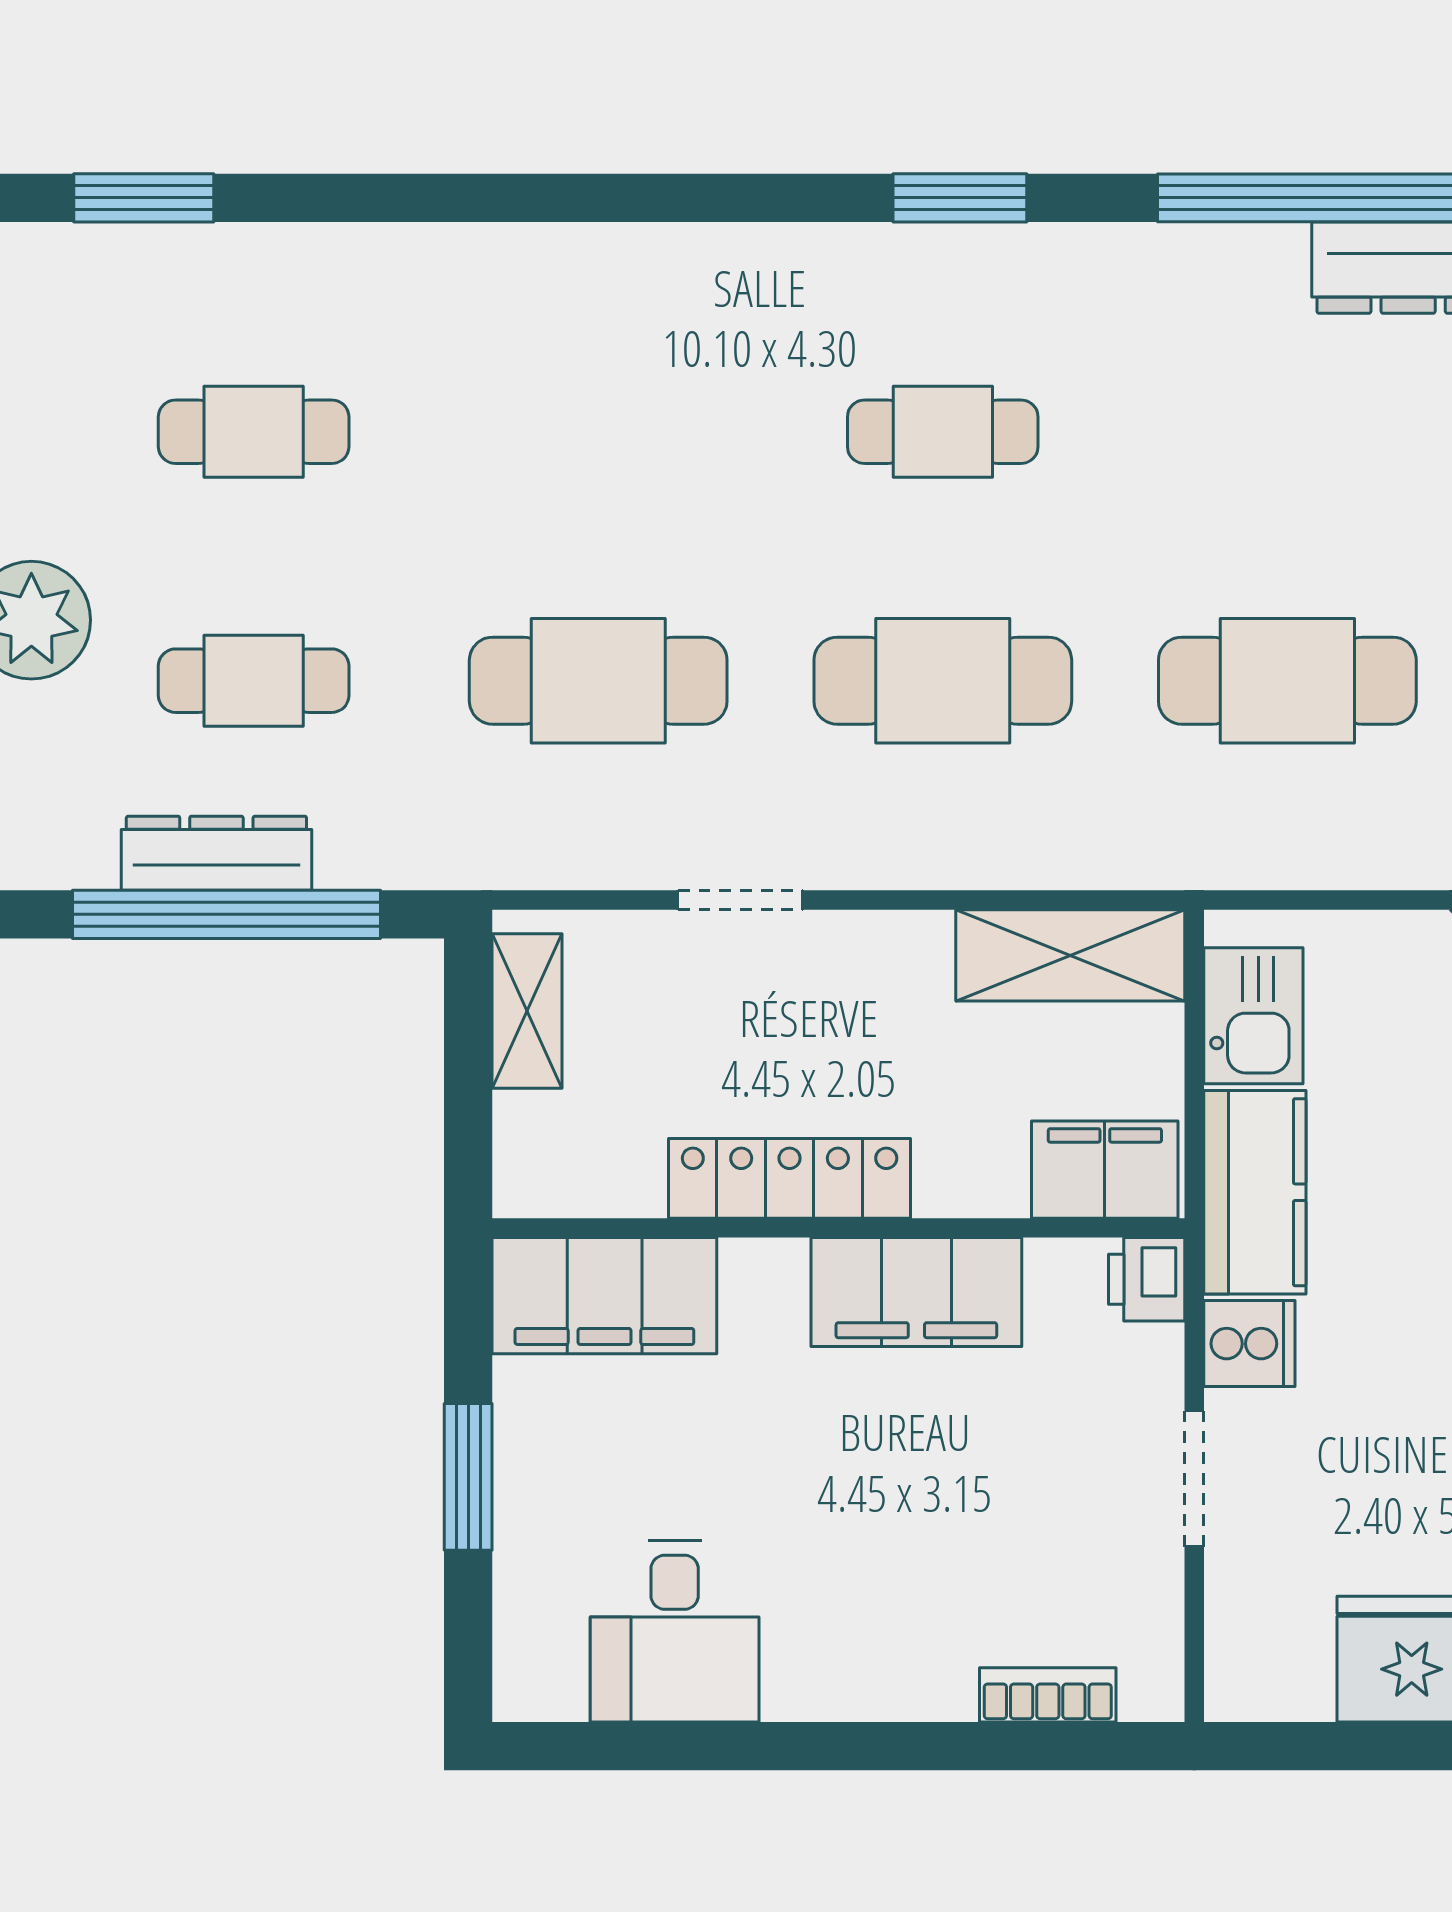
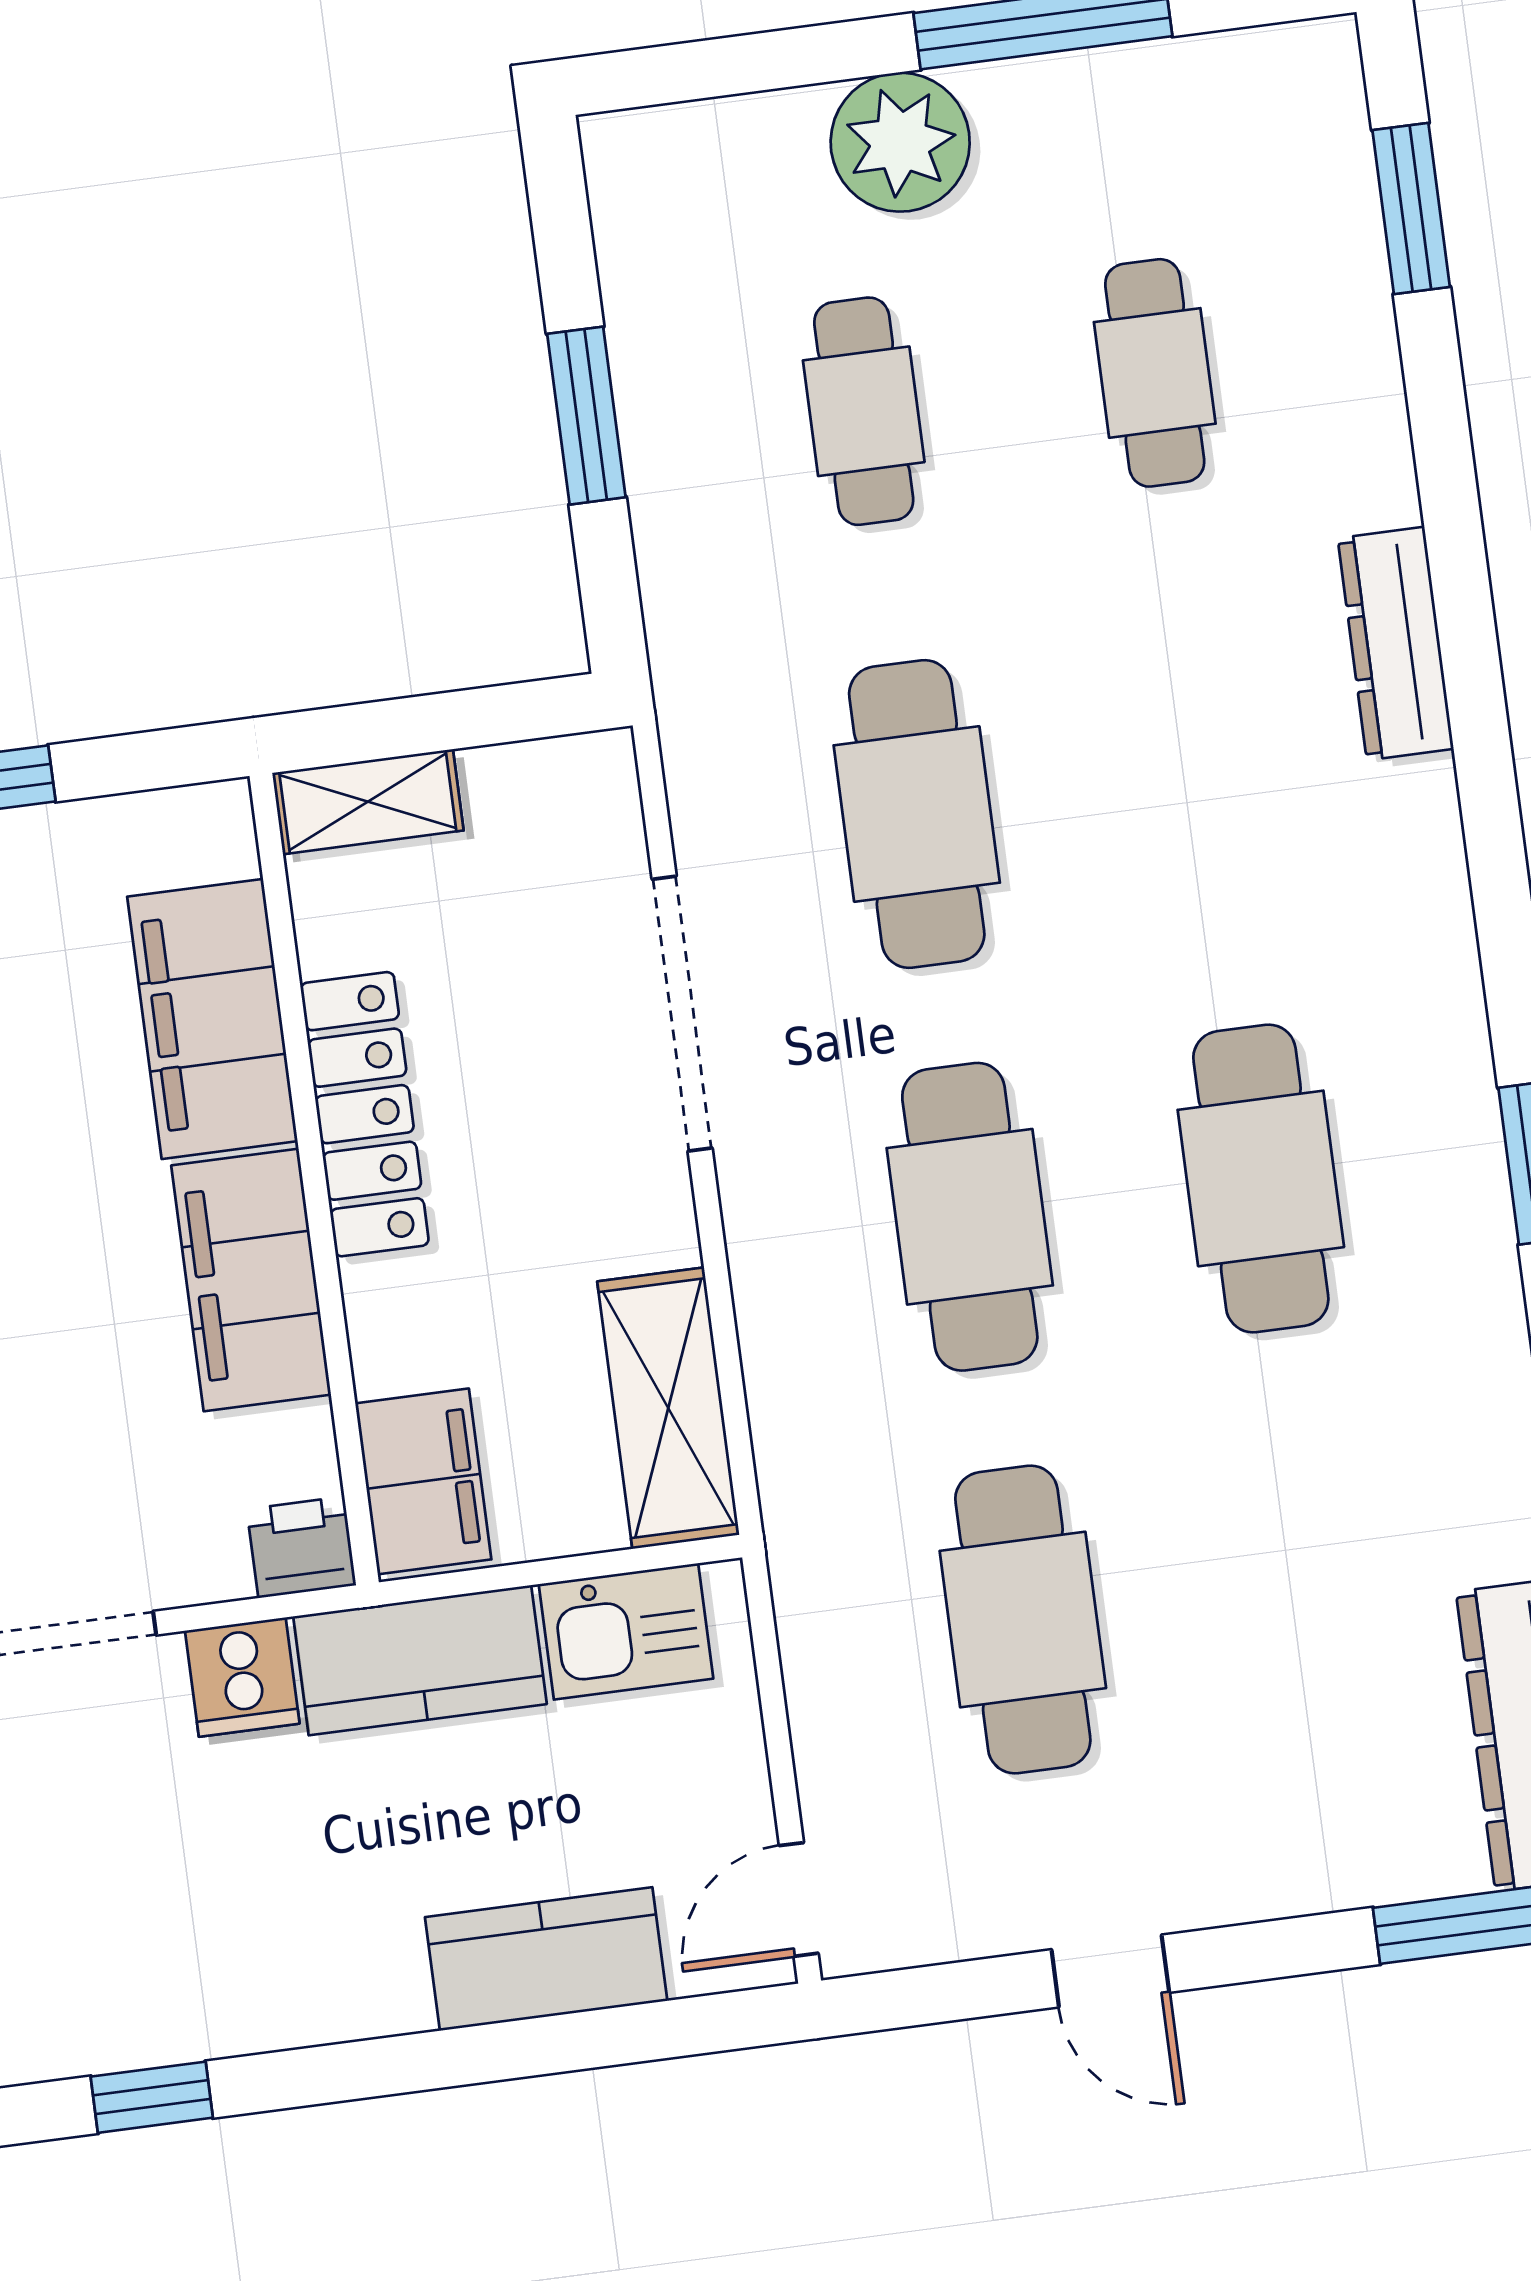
cafe table: (943, 432) -> (1261, 1178), width x1.37, depth x1.35
dresser: (216, 853) -> (1396, 644), moved, turned 180
doorway: (740, 900) -> (682, 1014), width x1.87
window: (227, 914) -> (586, 416), width x0.47
shelving: (527, 1011) -> (368, 802), moved
filing cabinet: (604, 1296) -> (212, 1019), moved

